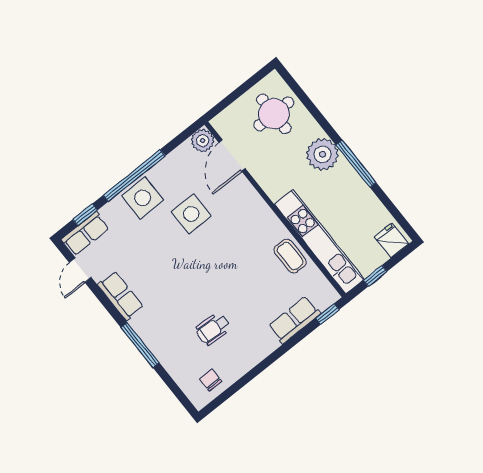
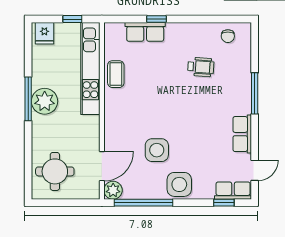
plant: (323, 154) -> (45, 101), moved
window: (134, 176) -> (143, 203), moved
window: (327, 314) -> (157, 19), moved

